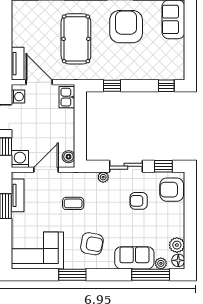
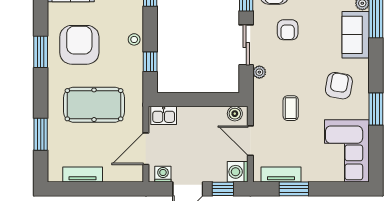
armchair: (126, 27) -> (79, 45), turned 90
tv unit: (18, 64) -> (83, 175), moved
stool: (131, 72) -> (134, 39), added

